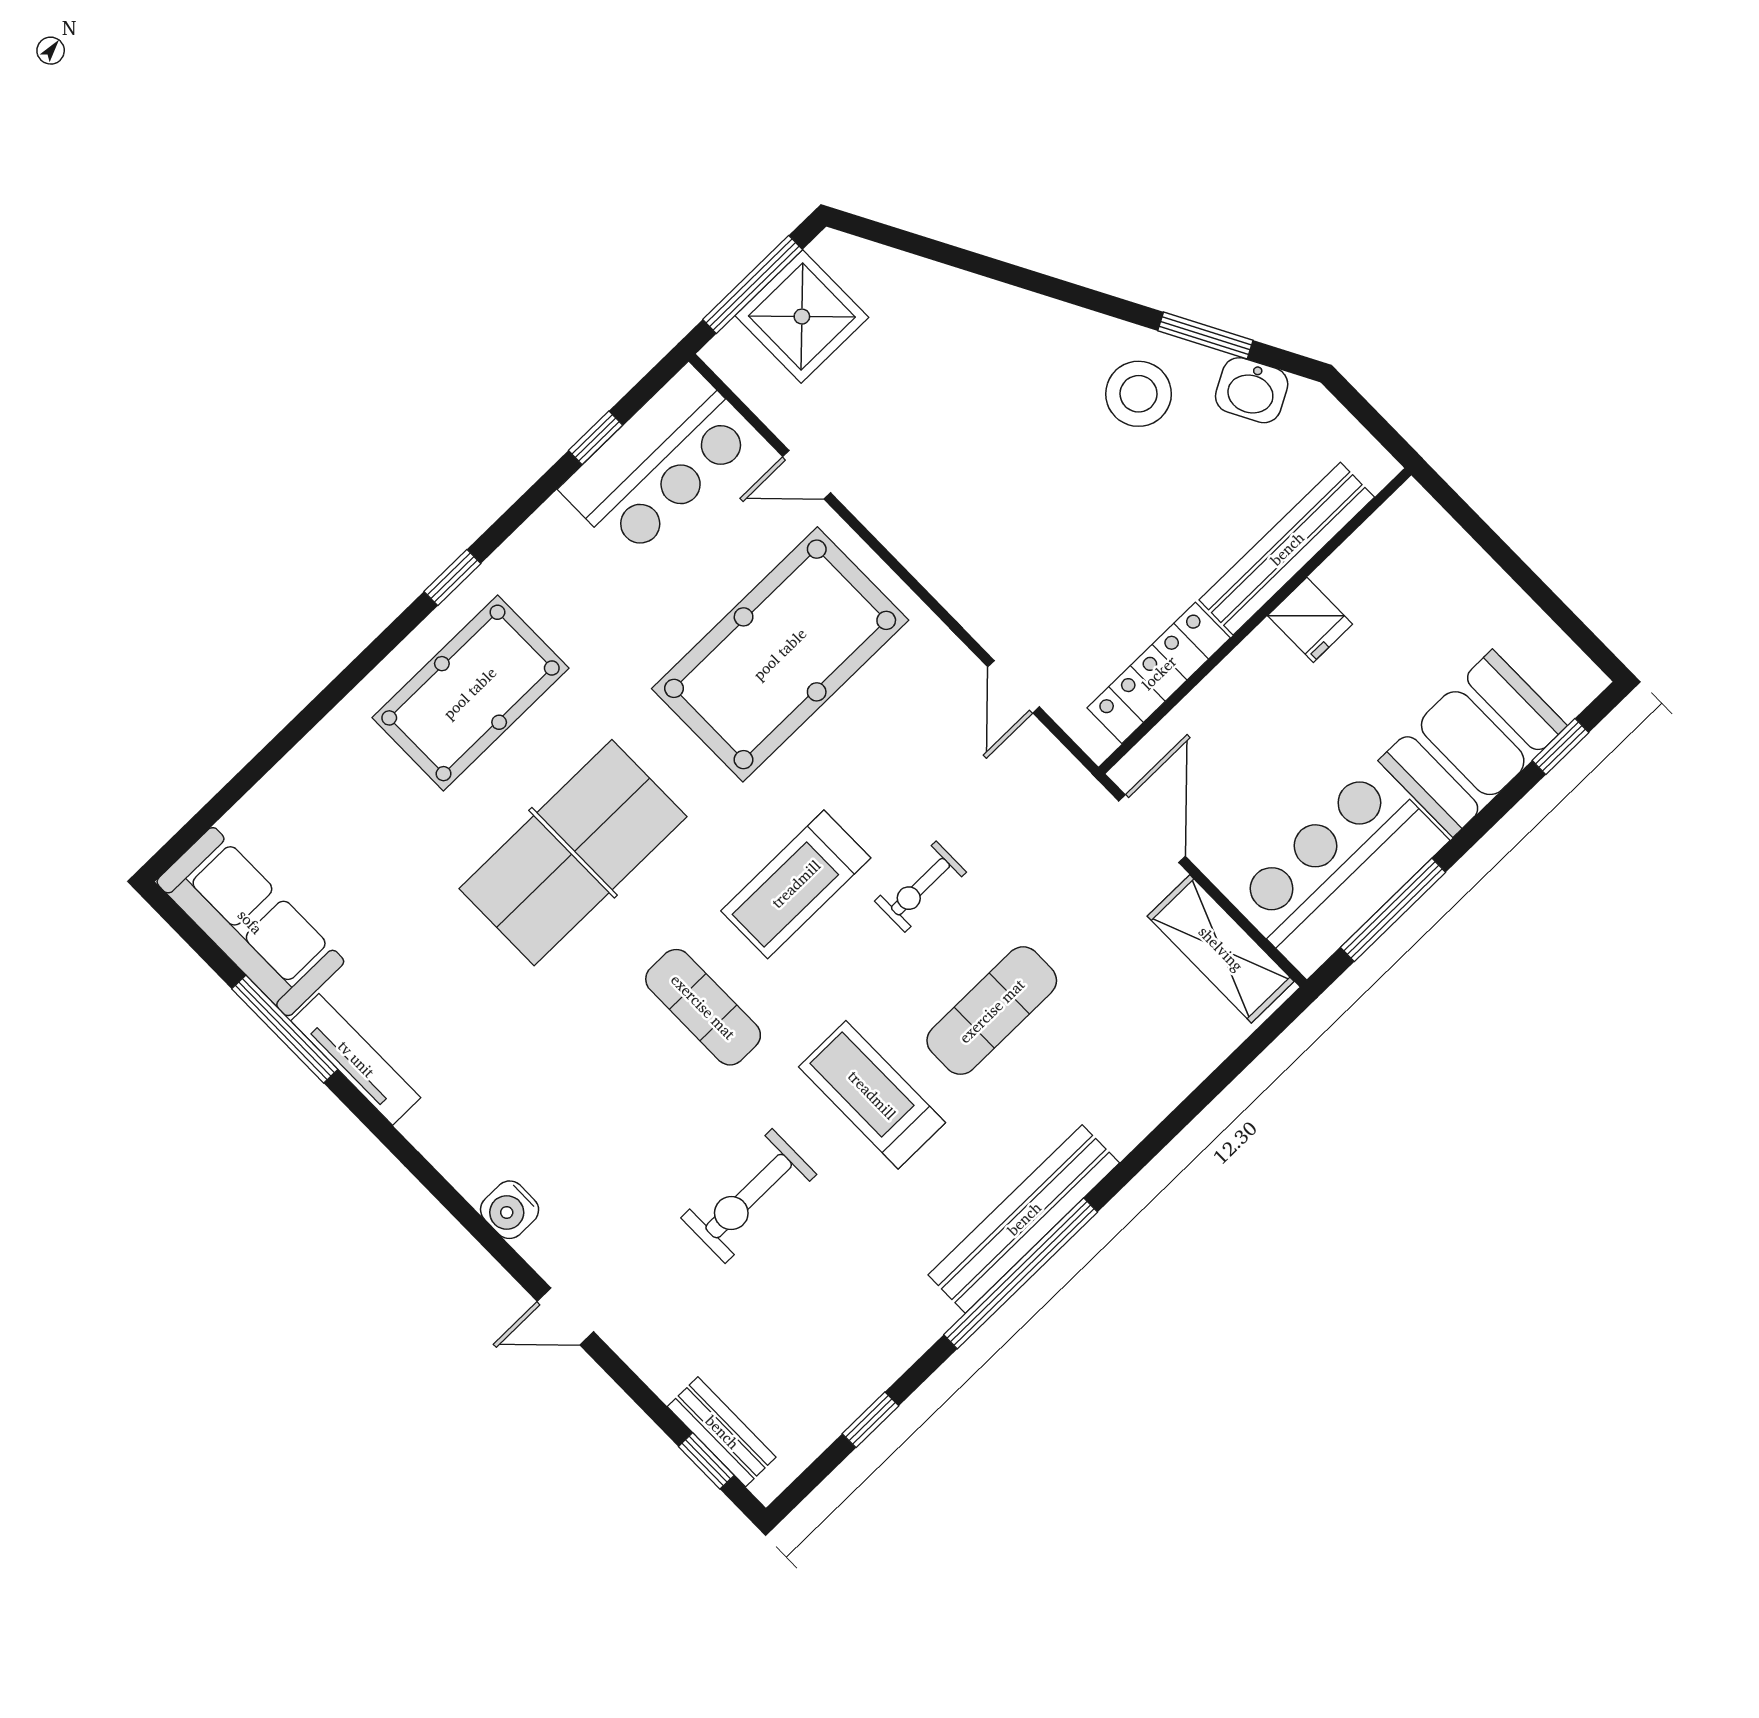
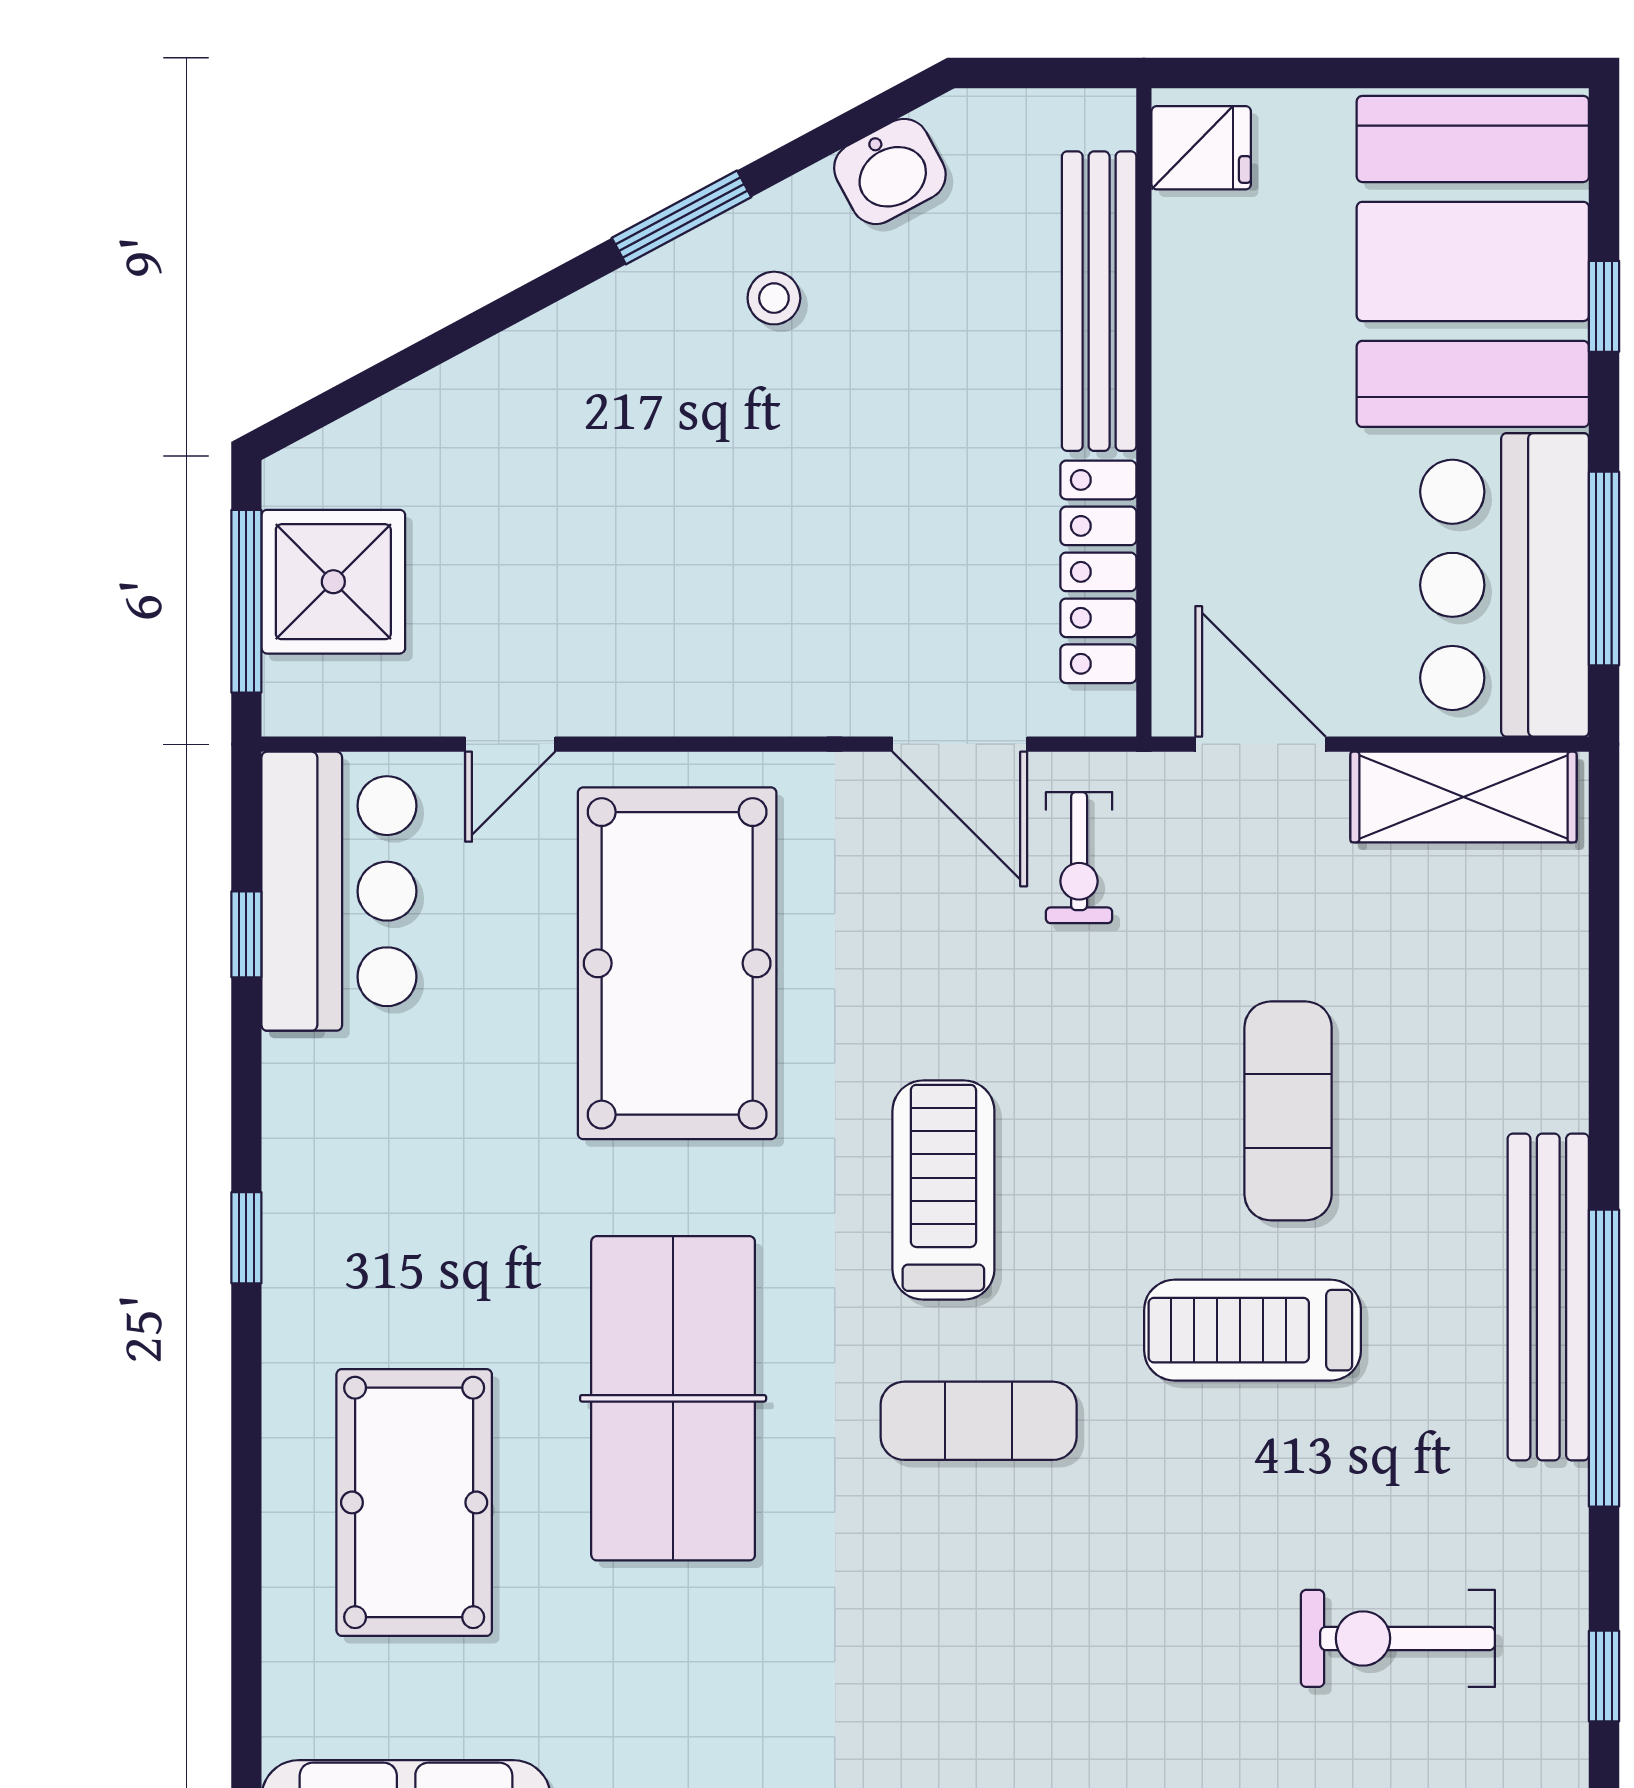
window: (1205, 336) -> (682, 217), moved
stool: (1139, 394) -> (774, 298), width x0.53, depth x0.53
fridge: (1310, 620) -> (1201, 148), moved
door: (1014, 687) -> (960, 744), width x1.38
pool table: (470, 693) -> (414, 1502), moved
booth: (1473, 743) -> (1473, 261), width x1.36, depth x1.42
window: (1560, 747) -> (1604, 306), moved
treadmill: (796, 884) -> (943, 1190), turned 180
exercise bike: (920, 887) -> (1079, 858), moved
exercise bike: (749, 1196) -> (1398, 1638), moved, turned 90

